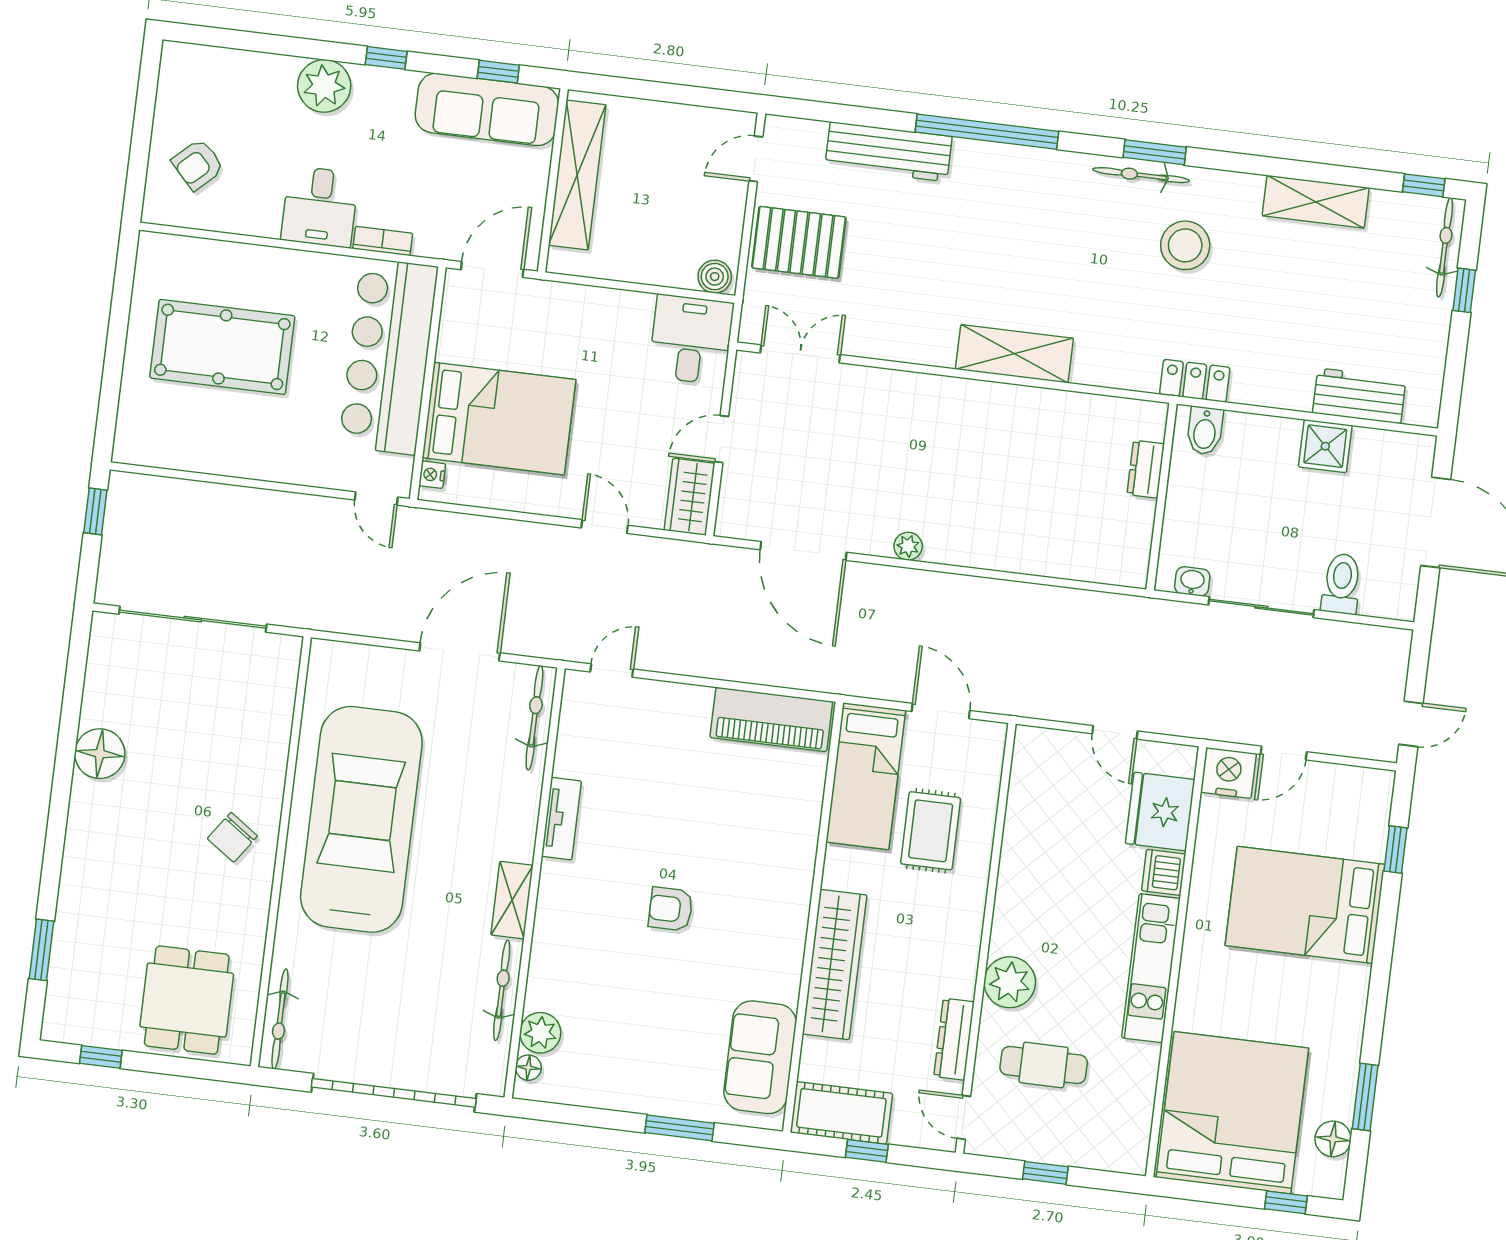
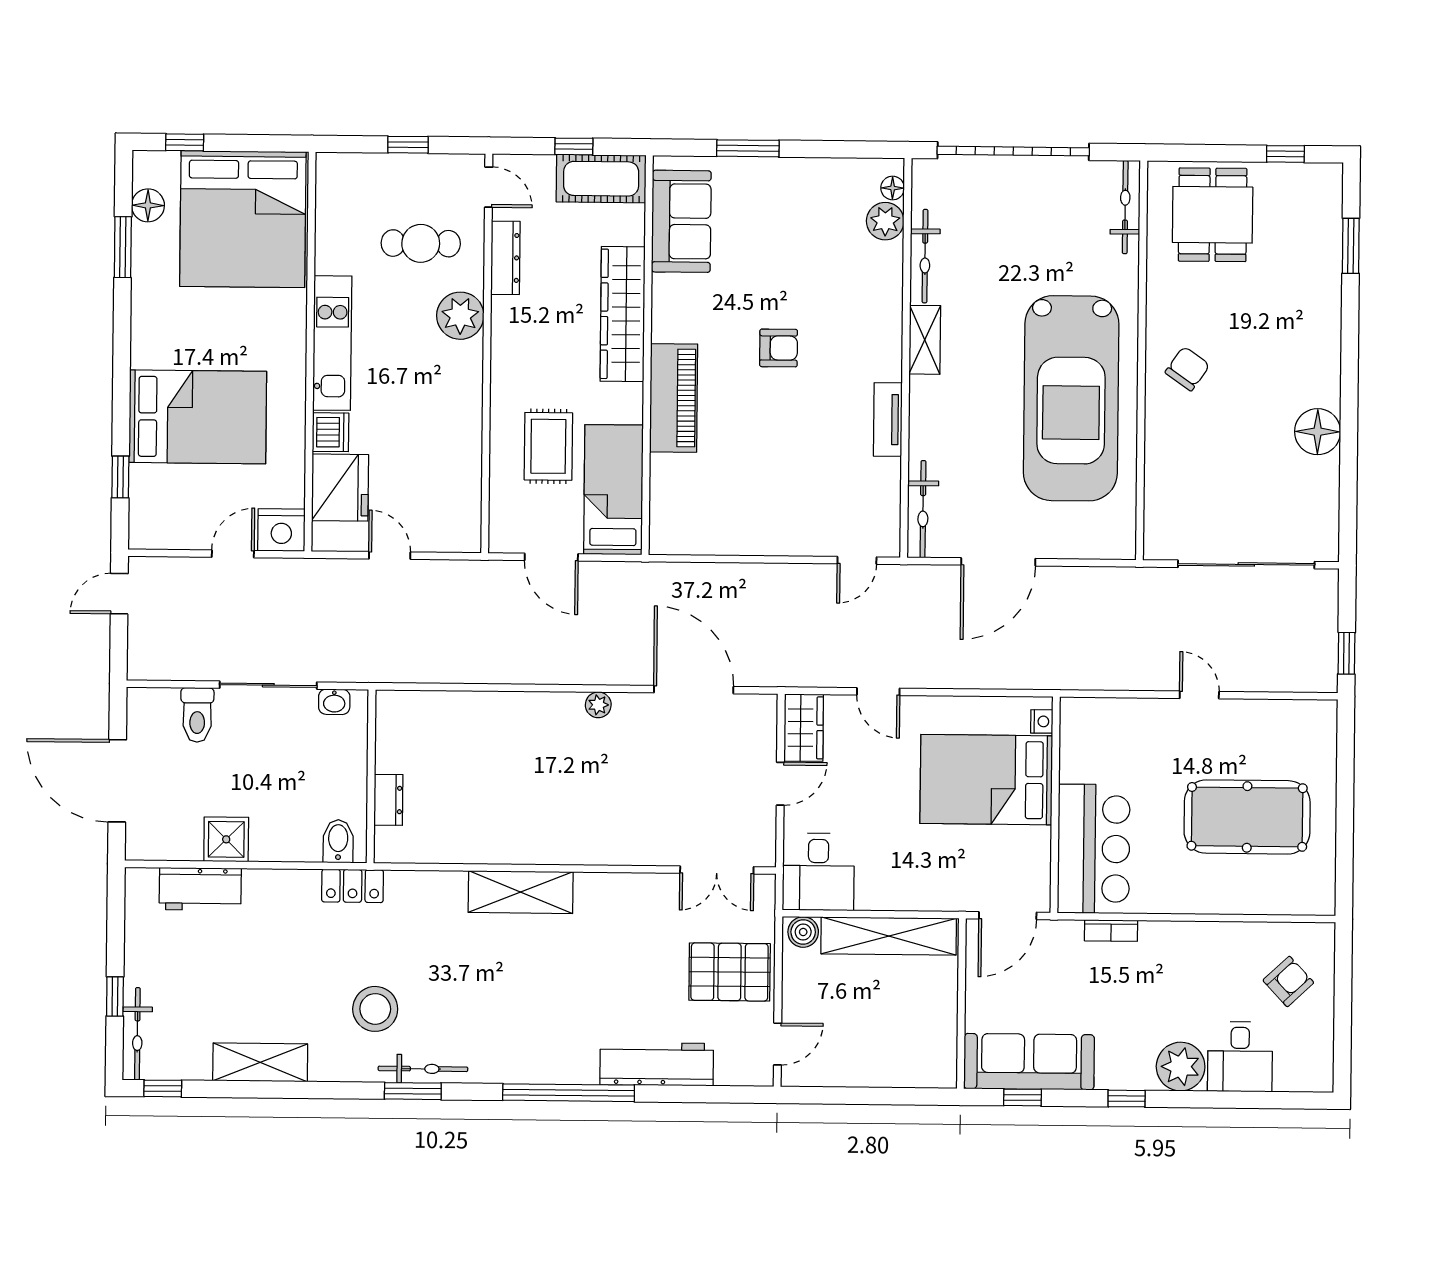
shelving: (577, 175) -> (889, 936), moved, turned 90
desk: (320, 207) -> (1240, 1057), moved, turned 180
bar counter: (388, 356) -> (1094, 849), width x0.73
door: (376, 499) -> (1199, 695), moved
piano: (771, 719) -> (674, 398), moved, turned 90

